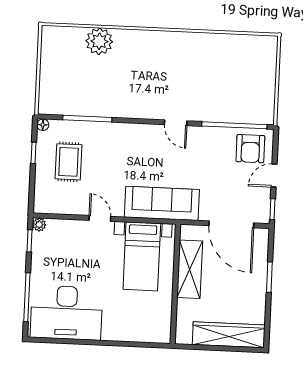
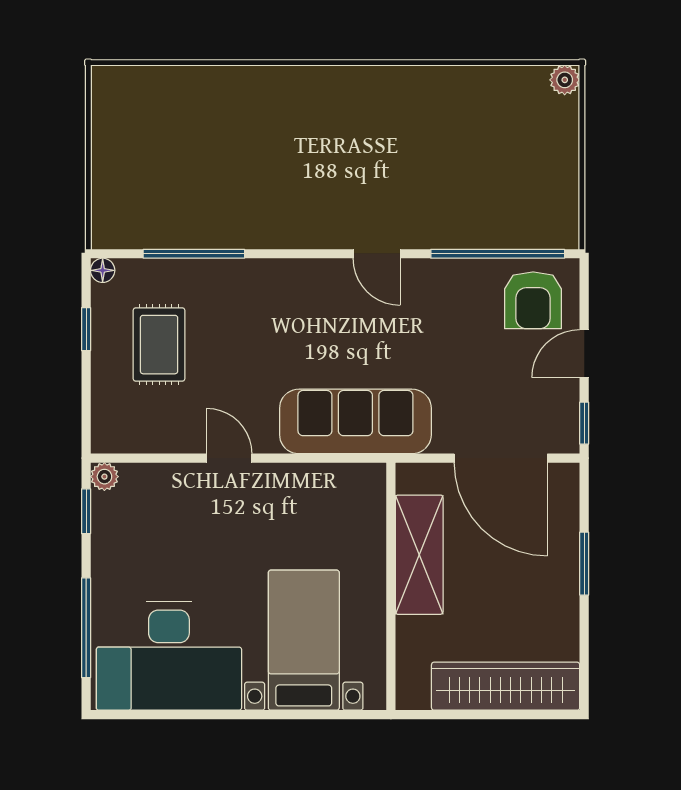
plant: (99, 41) -> (565, 80), moved, width x0.53, depth x0.53
bed with nightstands: (142, 256) -> (304, 640), moved, turned 180

